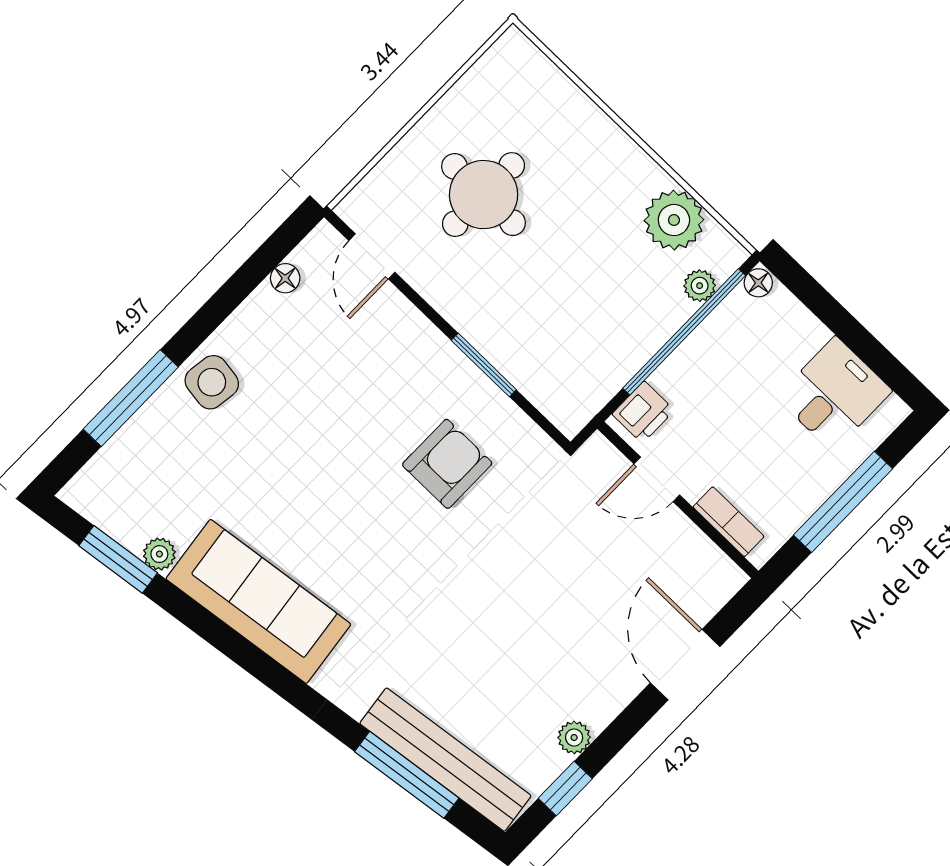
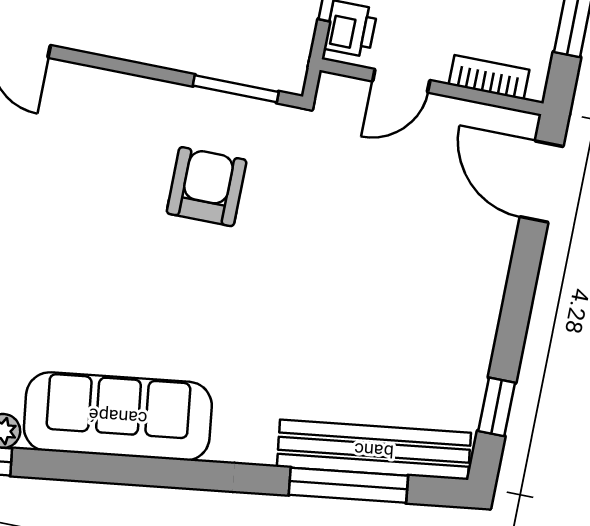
window: (484, 365) -> (236, 89), moved
door: (685, 665) -> (542, 182), moved
plant: (574, 737) -> (475, 357), removed

